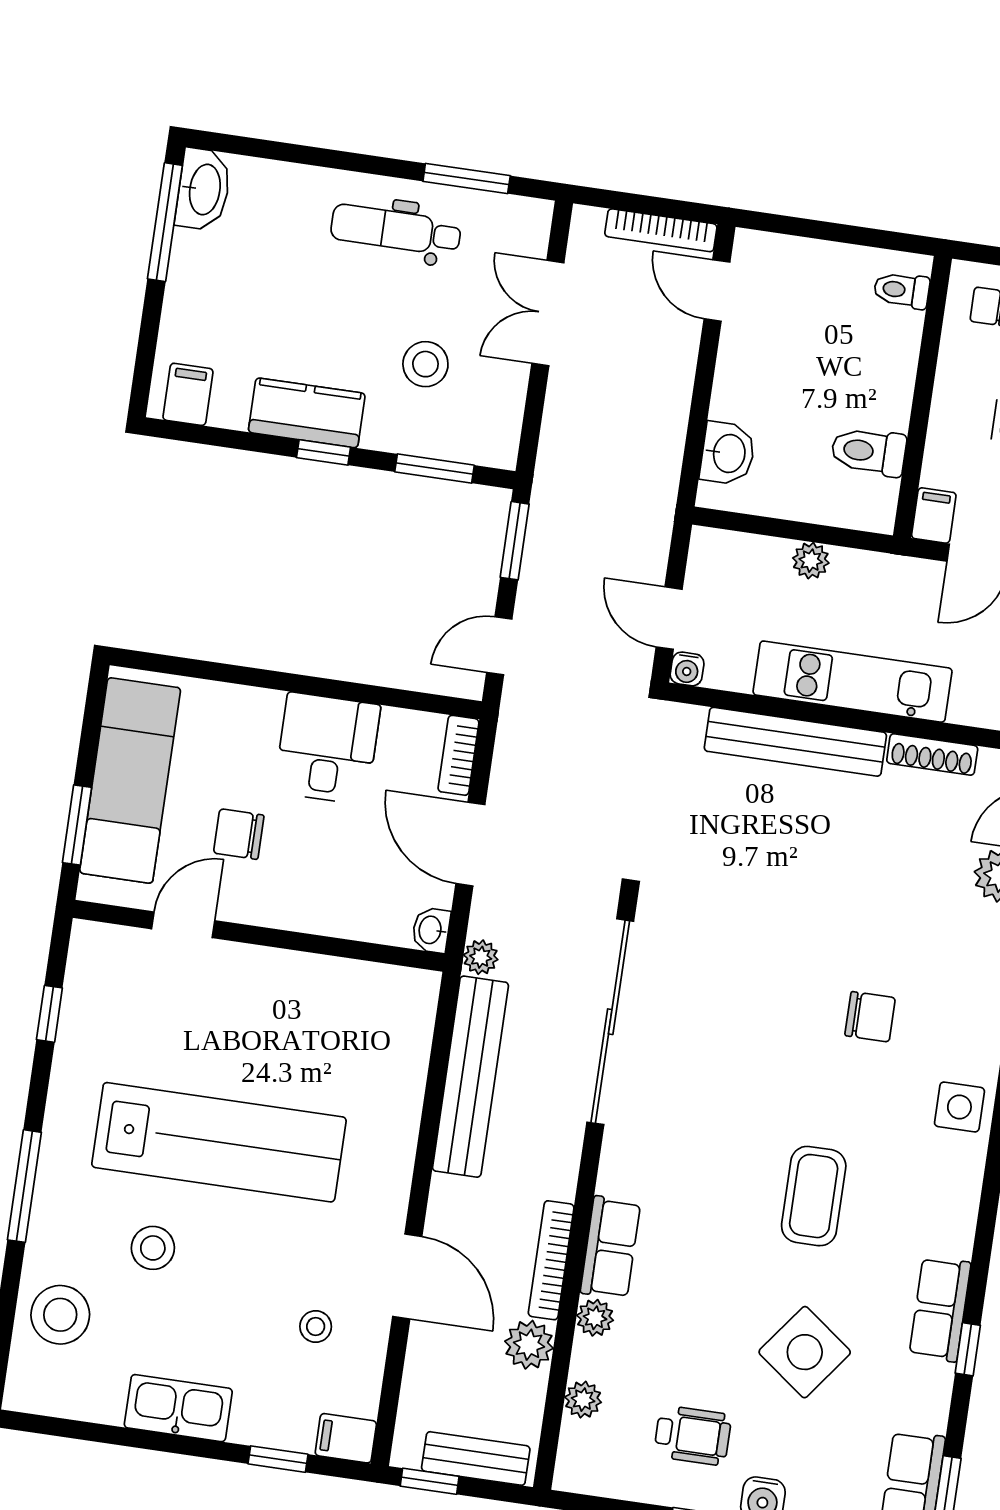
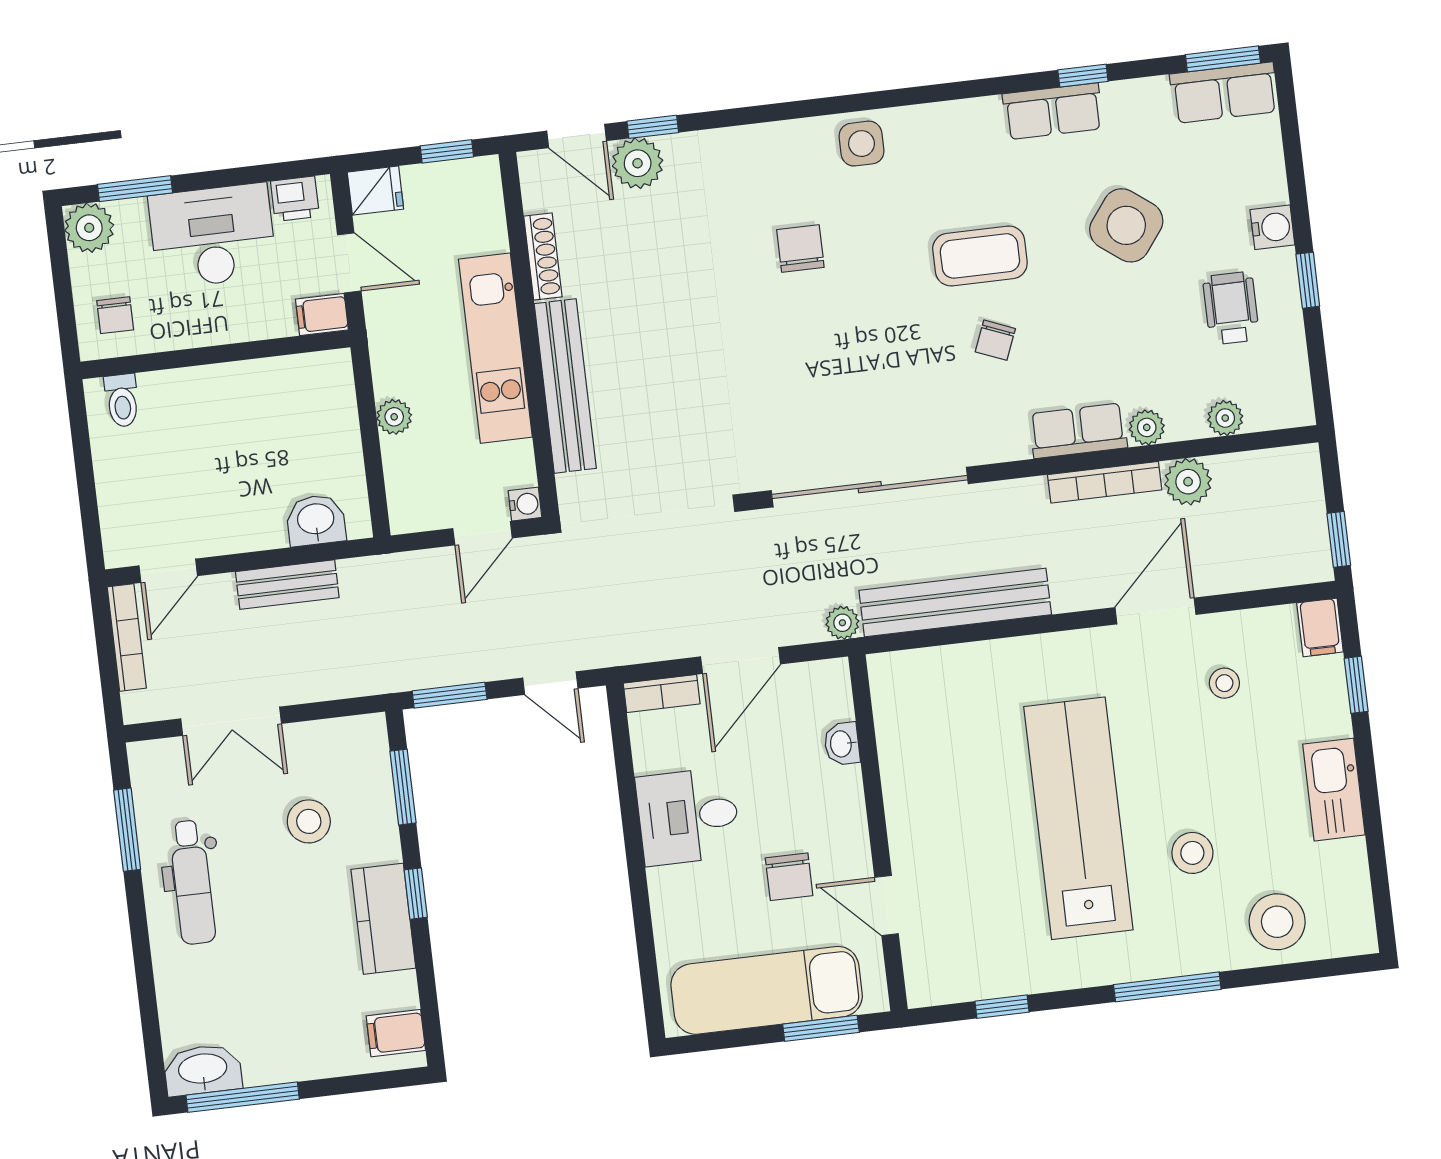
toilet: (869, 452) -> (279, 391), removed
washbasin: (431, 930) -> (842, 744), moved, turned 90
chair: (724, 1189) -> (995, 340), added
bench: (476, 1459) -> (287, 585), moved, turned 90

